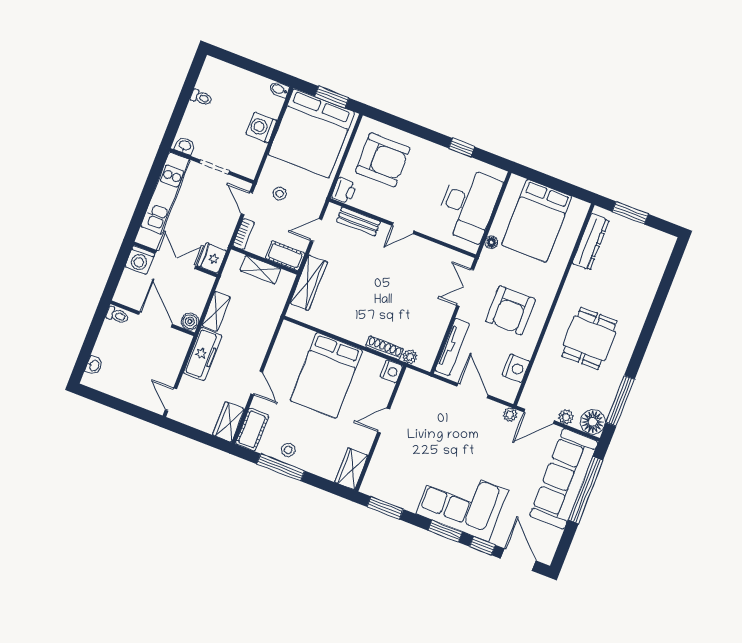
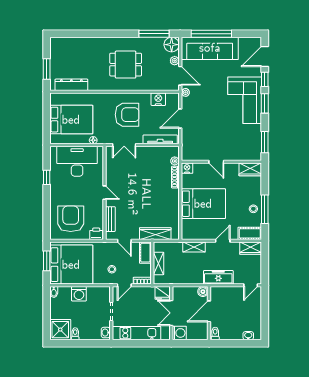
shower: (217, 77) -> (60, 330), added
shelving: (216, 311) -> (194, 247), moved

